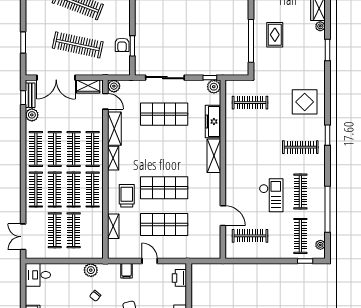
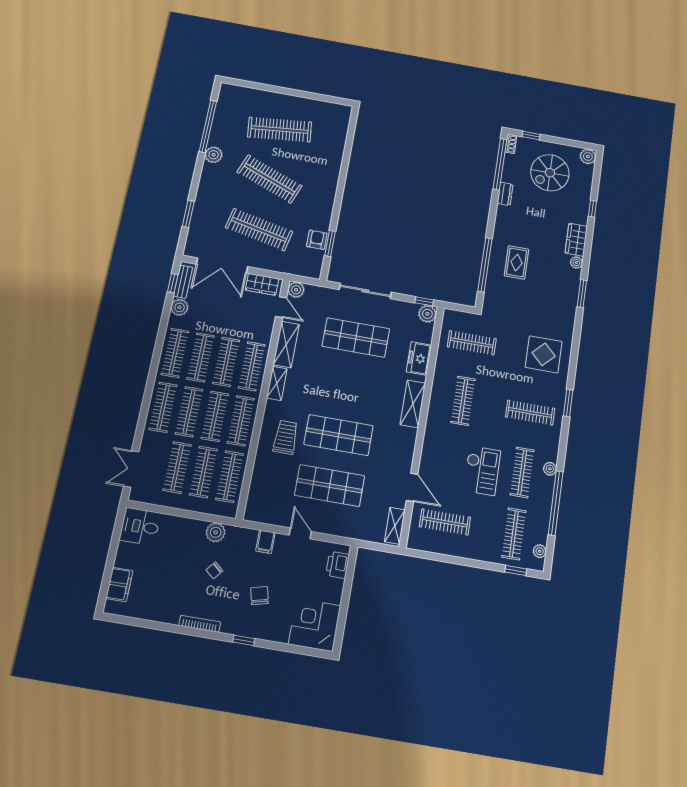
armchair: (122, 45) -> (317, 240), turned 180
freezer: (213, 121) -> (419, 358), width x0.71
clothes rail: (250, 147) -> (463, 401), added
plant: (320, 185) -> (550, 469), added
shelving: (113, 226) -> (395, 526), moved
clothes rail: (93, 230) -> (230, 477), added

